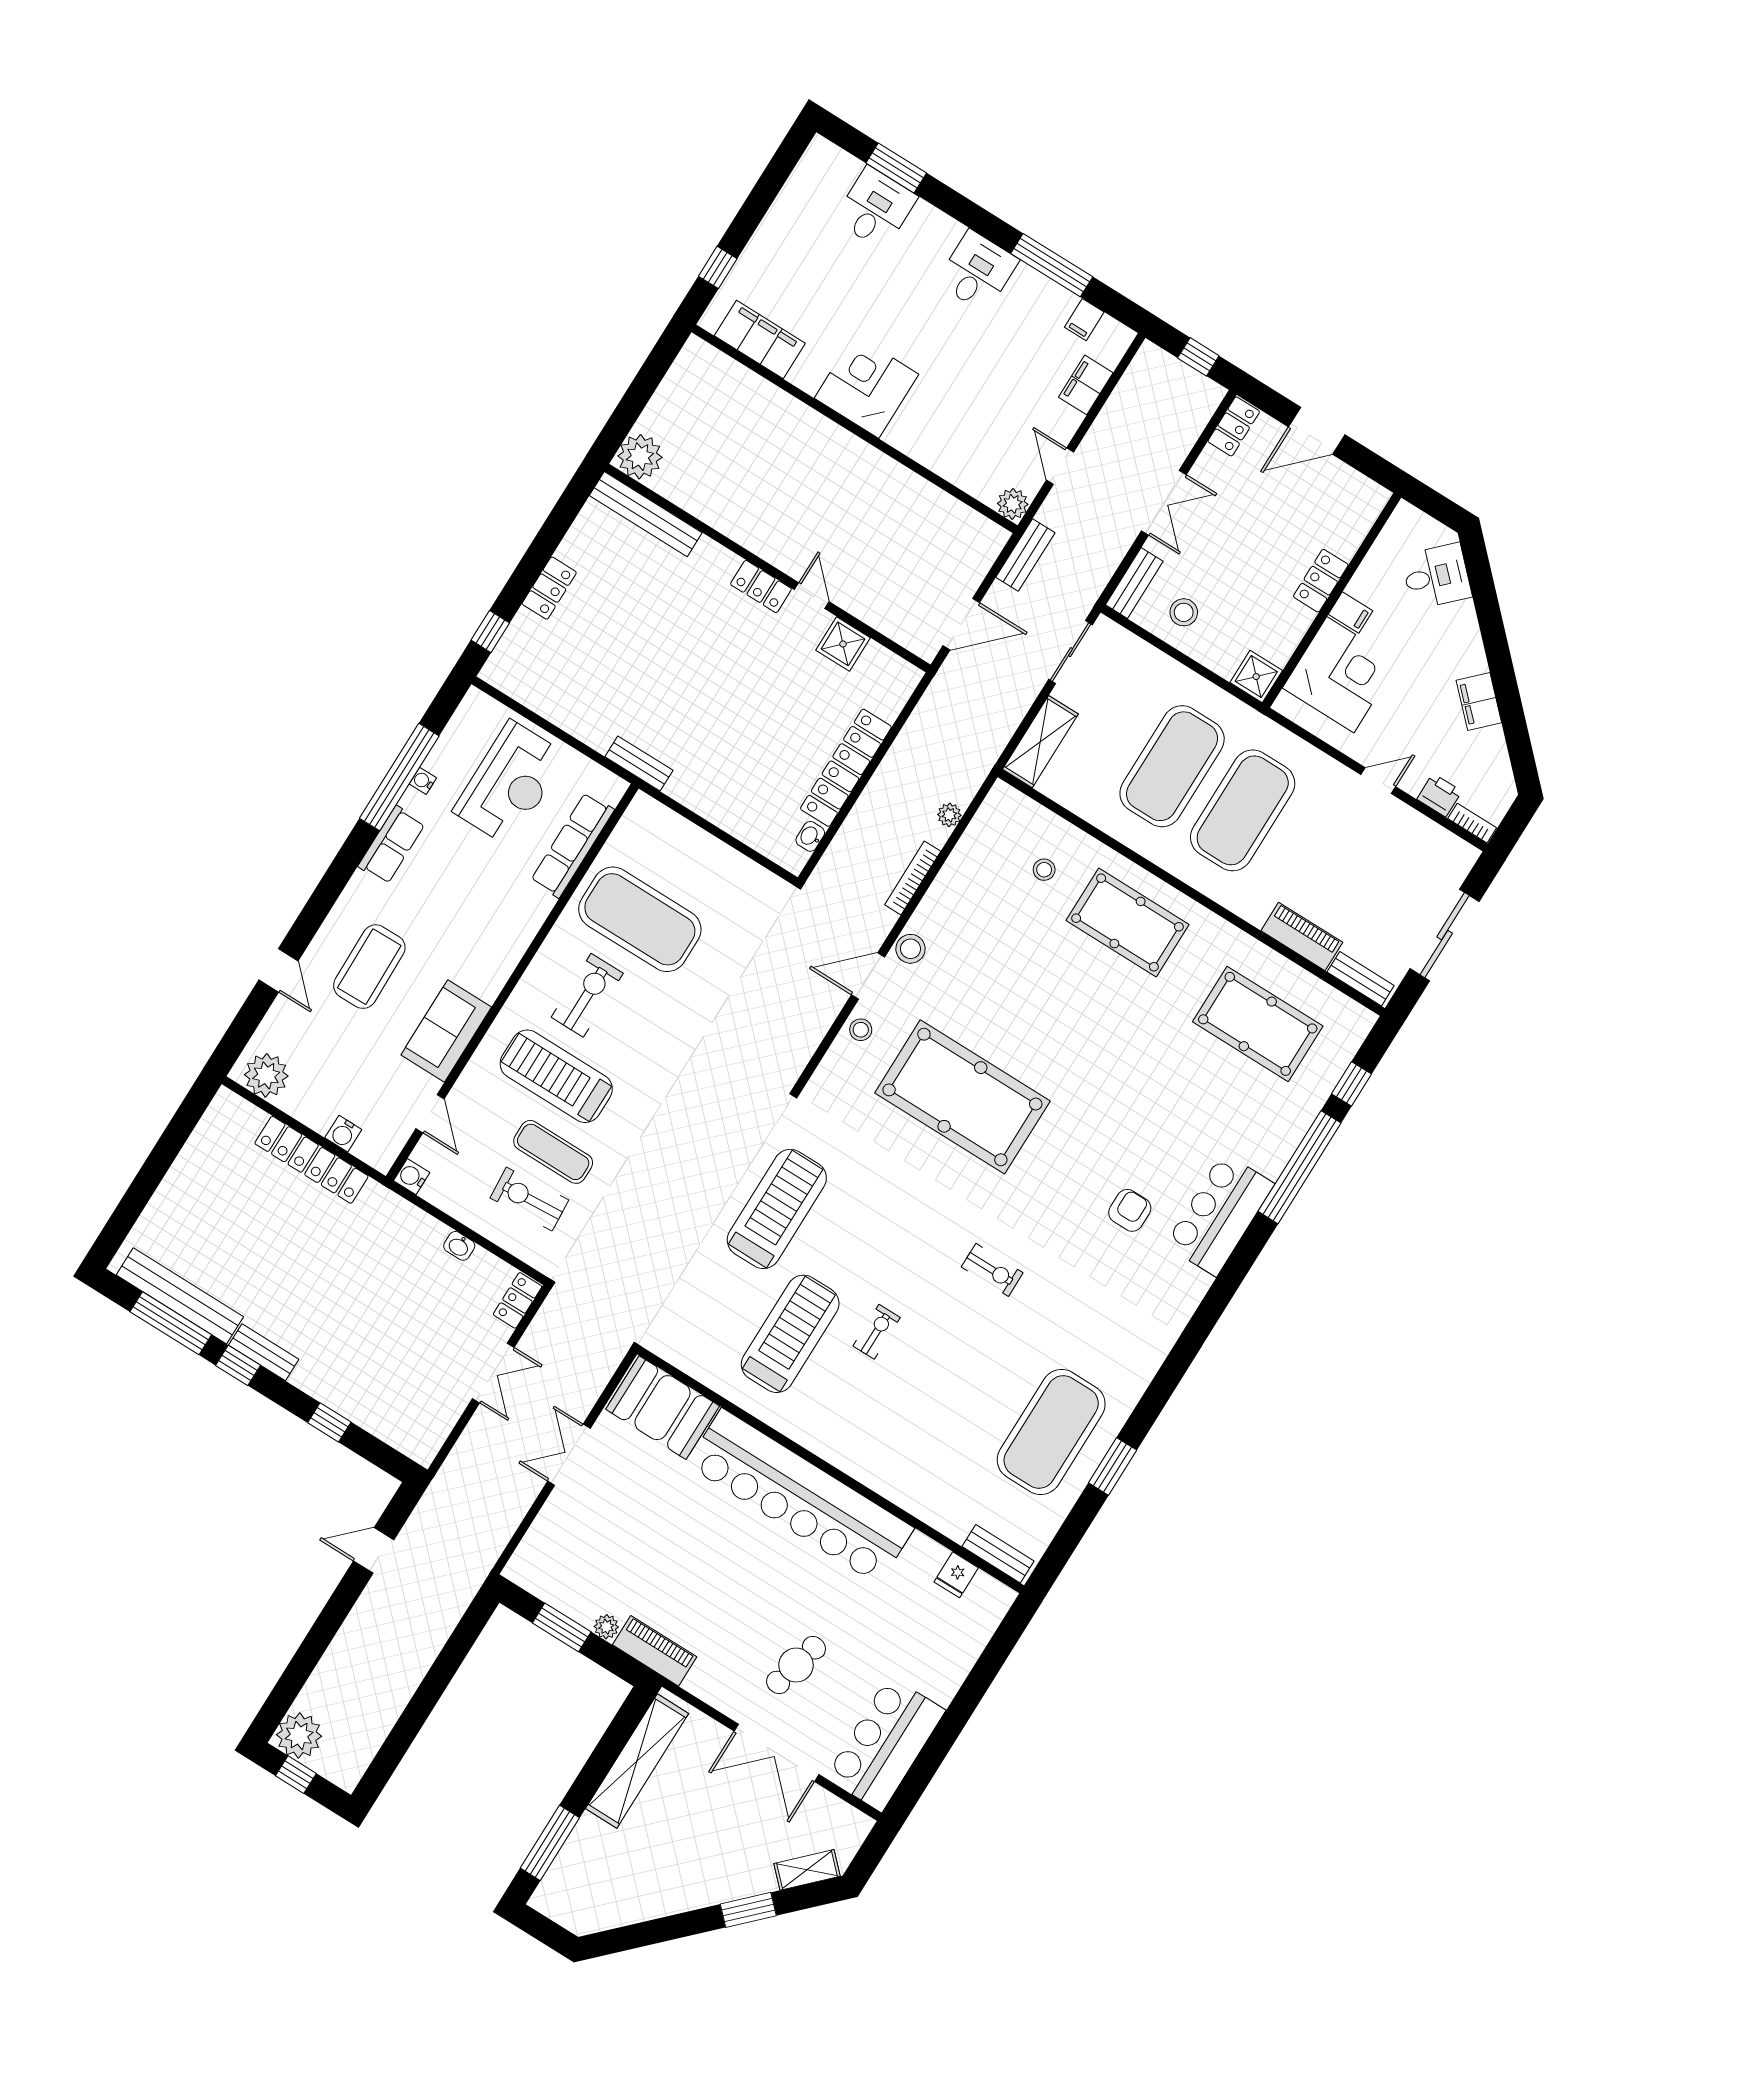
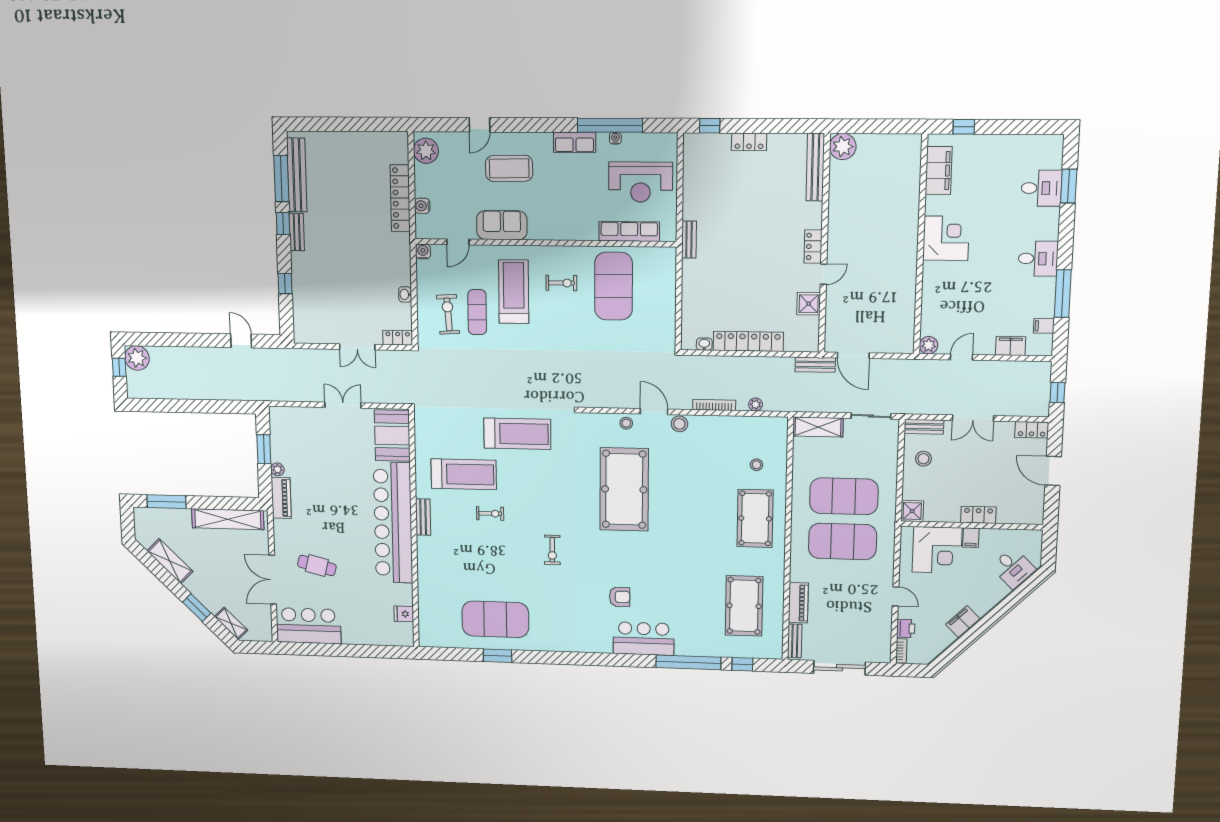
bench: (1025, 555) -> (815, 365), moved
exercise bike: (587, 995) -> (561, 283), width x0.73, depth x0.72
bench: (998, 1554) -> (423, 517), moved
shelving: (648, 1903) -> (170, 561), added

